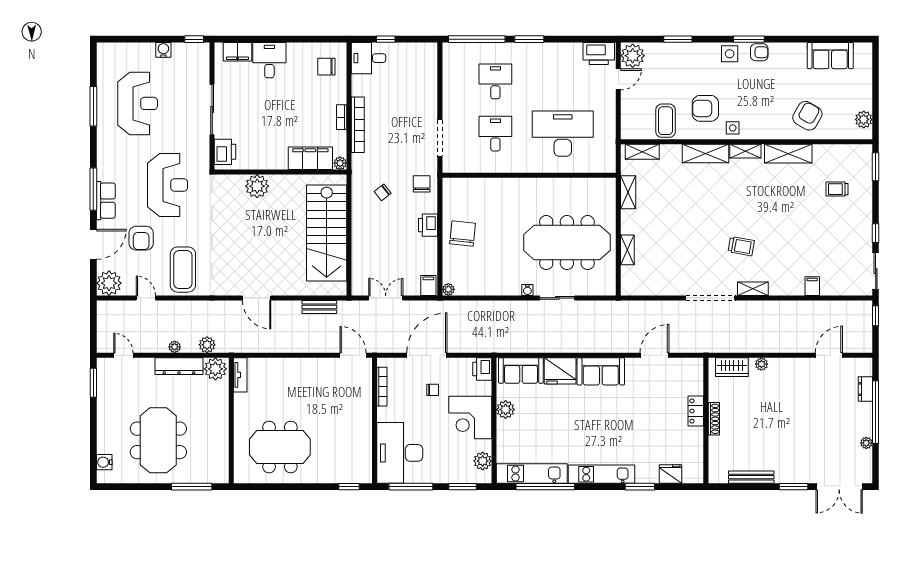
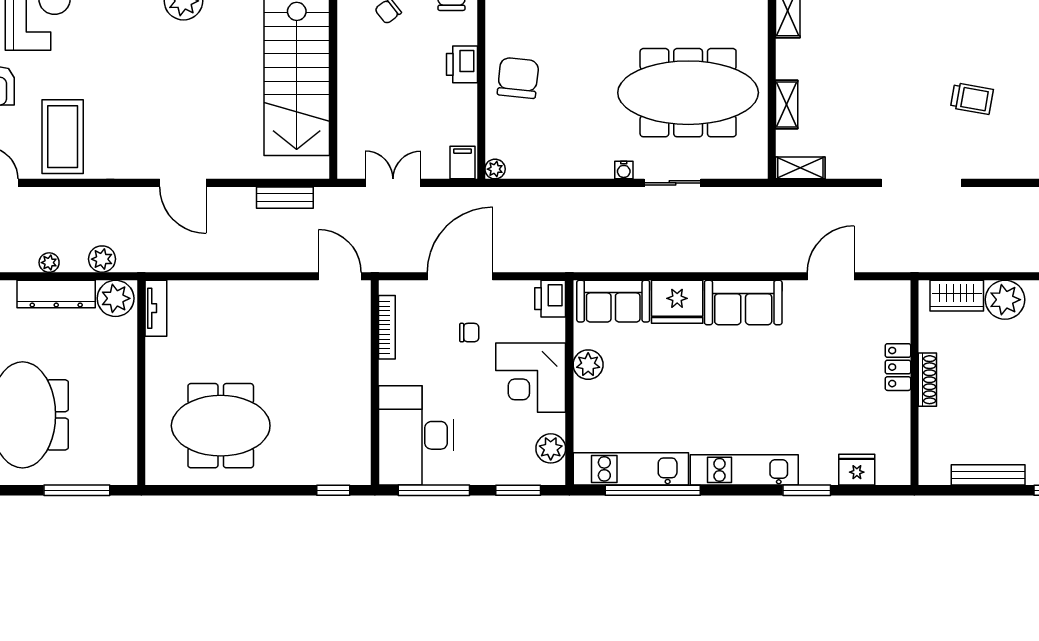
shelving: (753, 289) -> (800, 168), moved
plant: (761, 364) -> (1005, 300), width x1.88, depth x1.88

